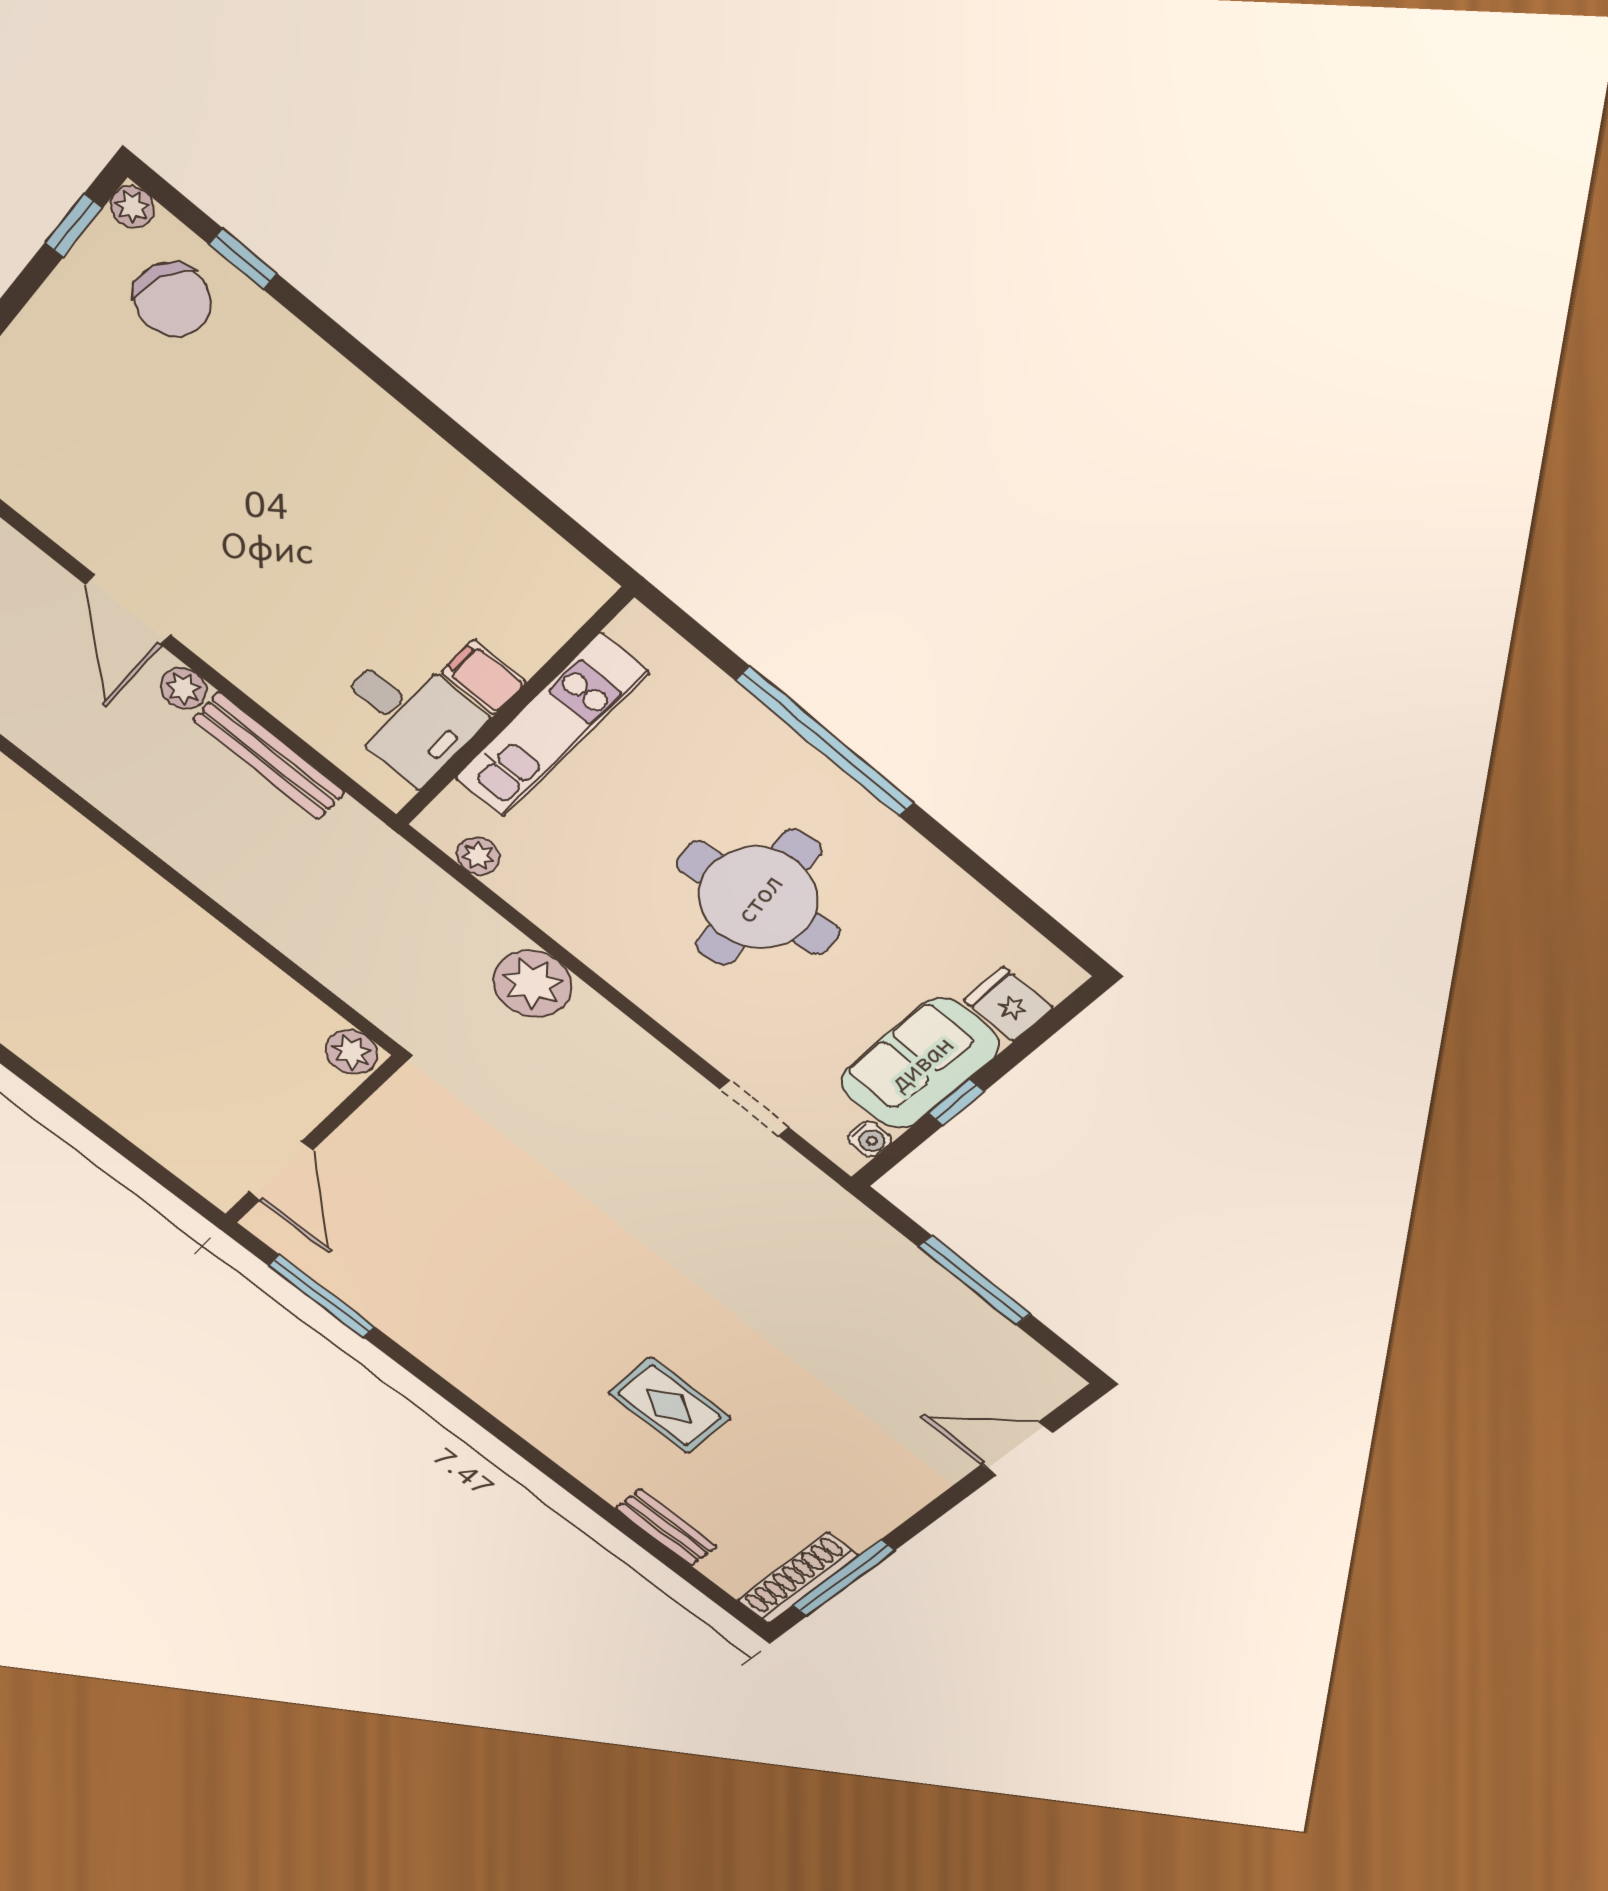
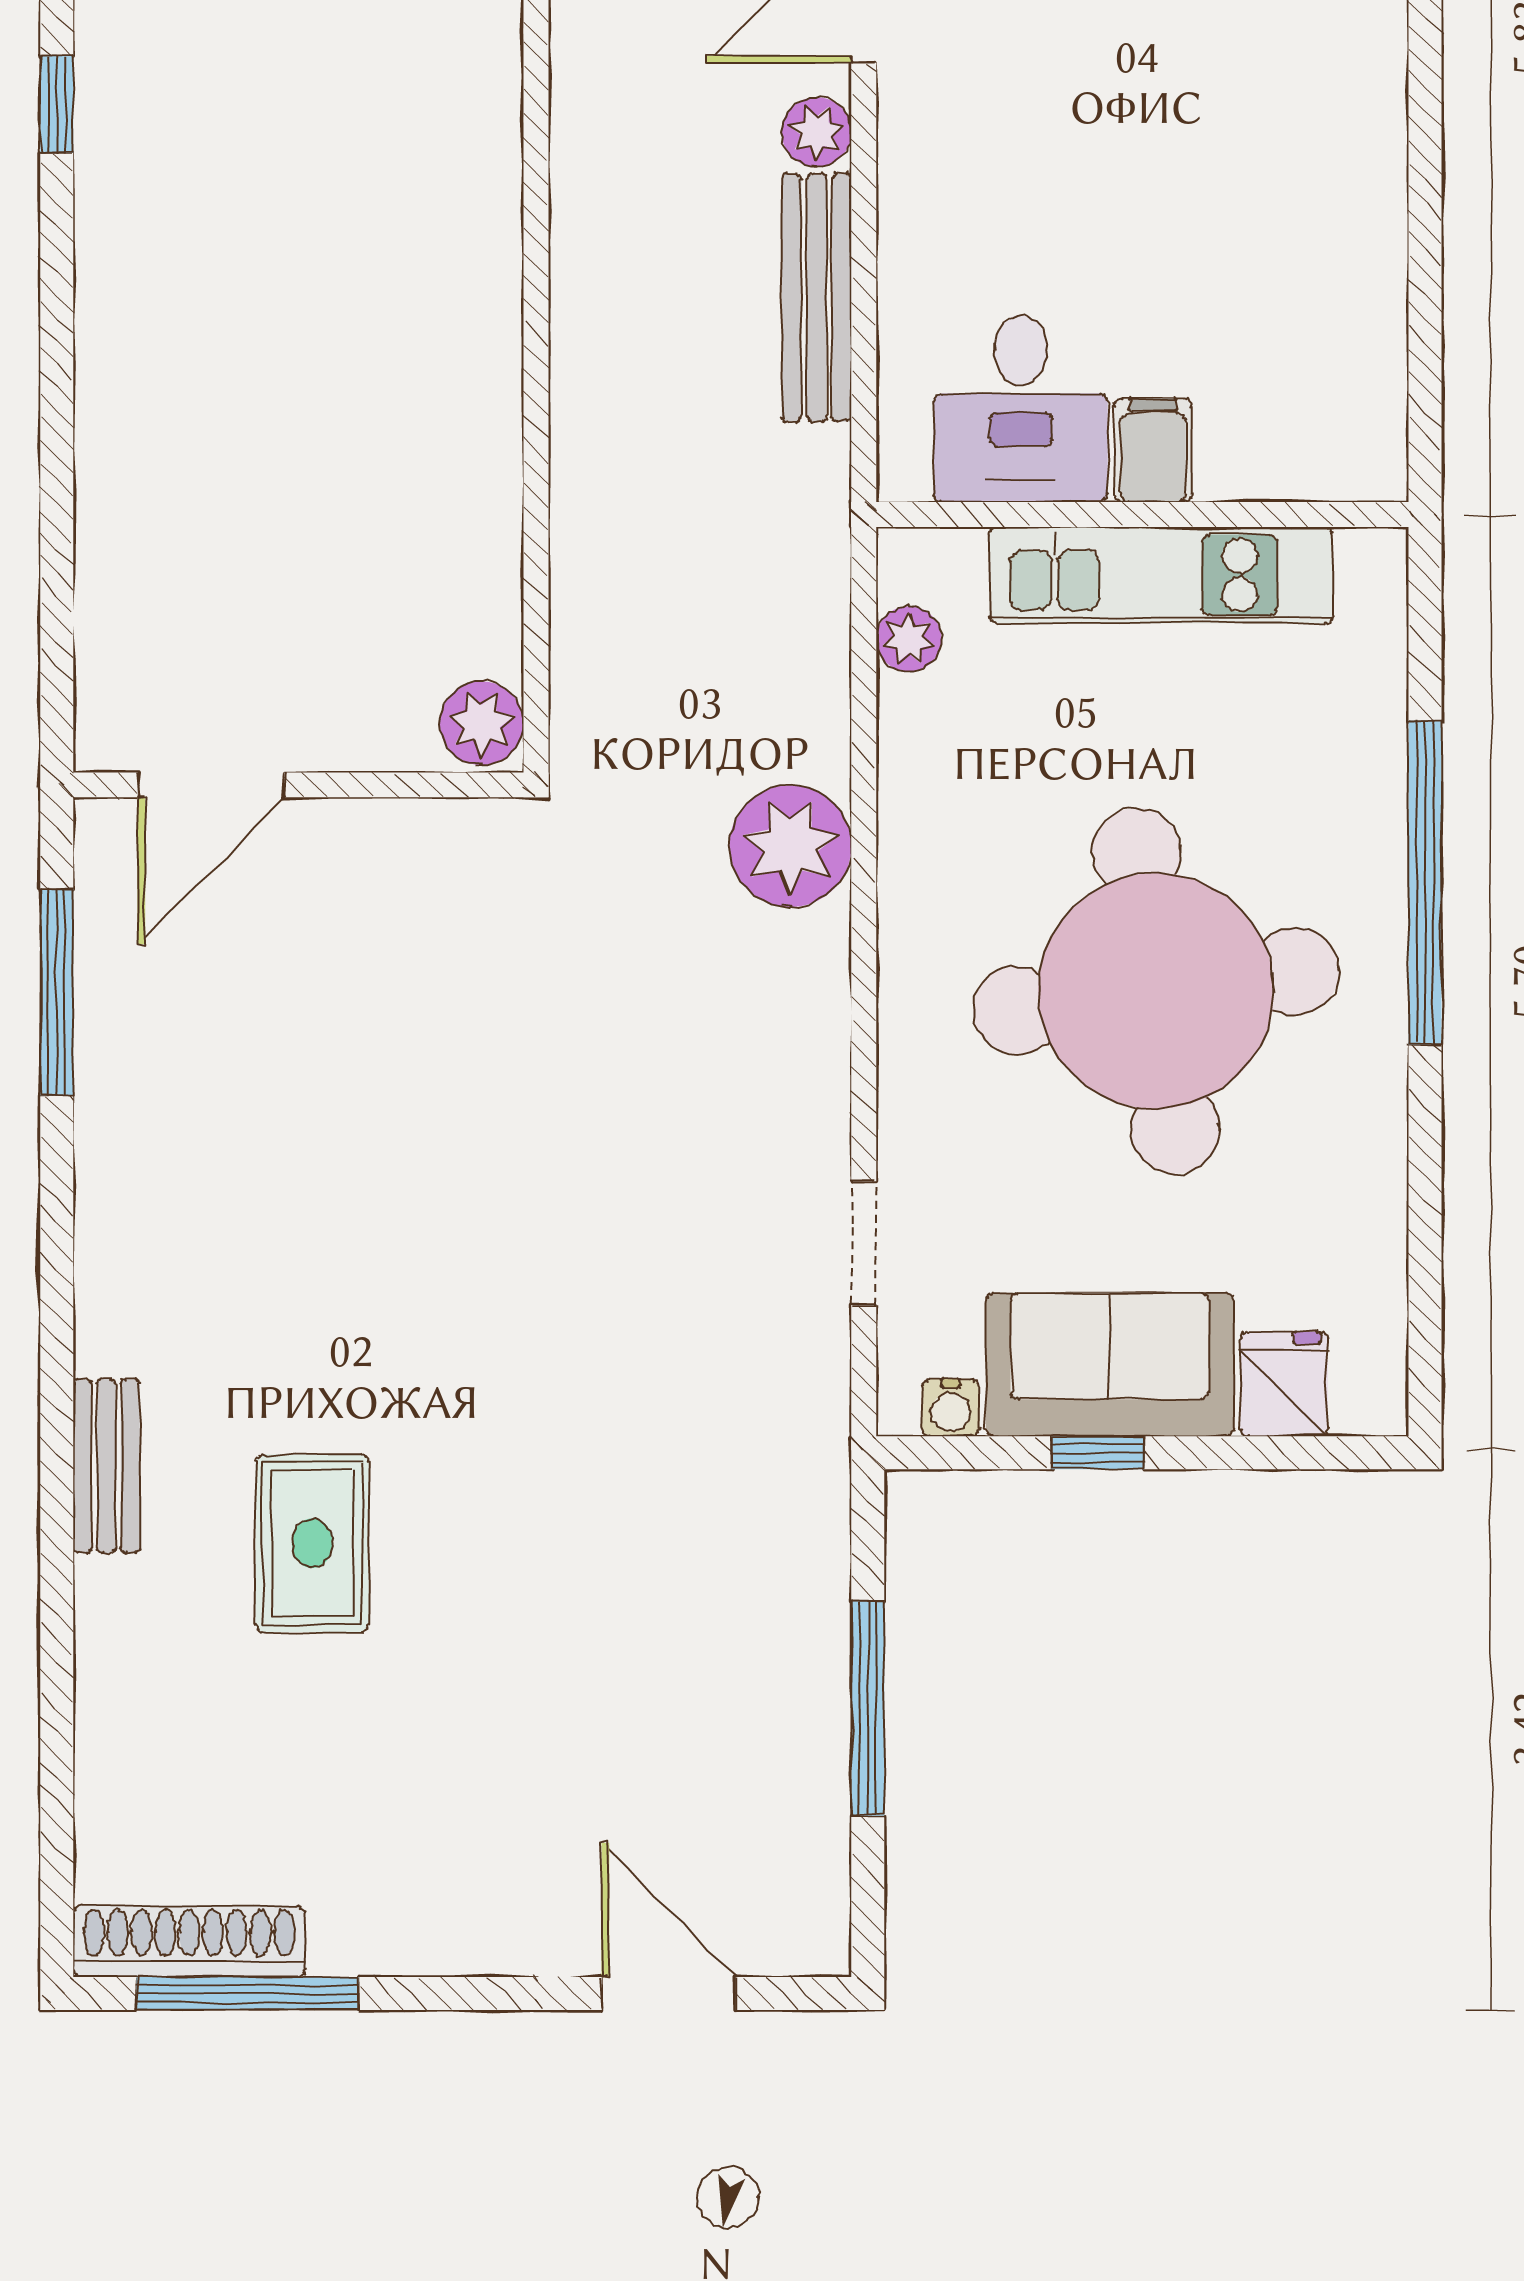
round table: (758, 898) -> (1156, 991), width x1.36, depth x1.36
bench: (666, 1527) -> (106, 1466), moved

